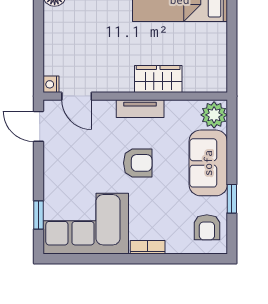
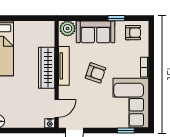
wardrobe: (158, 79) -> (47, 68), width x1.50
tv unit: (140, 109) -> (64, 66), width x1.41
armchair: (138, 163) -> (96, 73), turned 109

